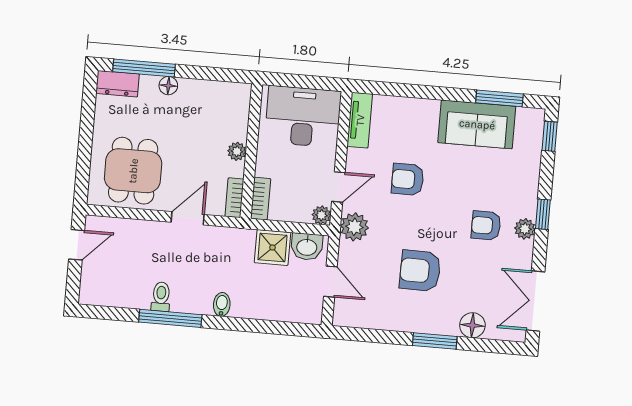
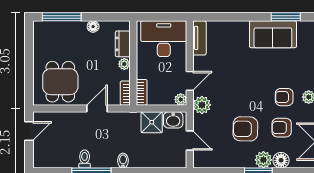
dresser: (118, 84) -> (123, 44), moved, turned 90
floor lamp: (168, 86) -> (93, 27), moved
armchair: (408, 179) -> (282, 128), moved
plant: (444, 322) -> (263, 160), added

